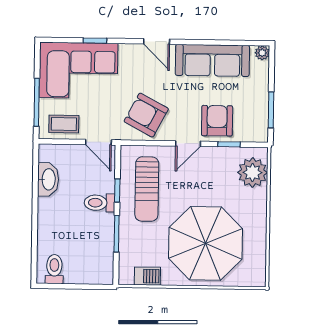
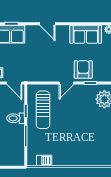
sofa: (212, 60) -> (86, 34), width x0.73
armchair: (146, 115) -> (42, 67), removed
parasol: (205, 243) -> (78, 141), removed

